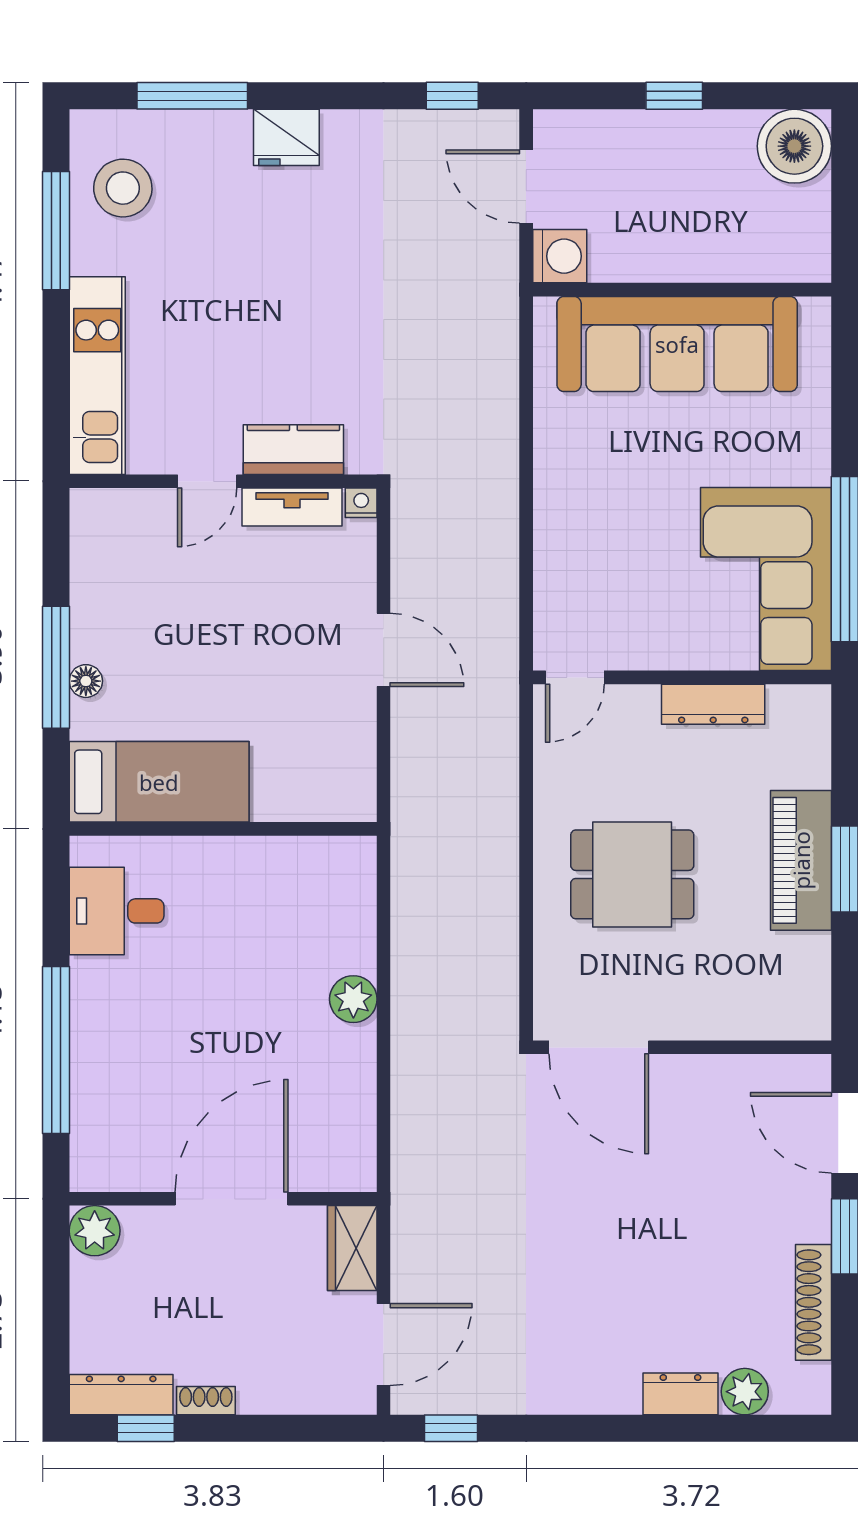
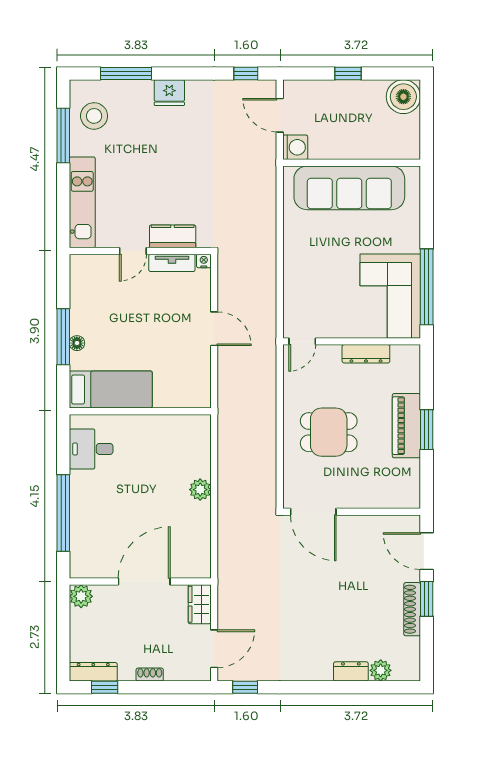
shoe rack: (814, 1302) -> (412, 609), moved
shoe rack: (206, 1401) -> (150, 675), moved

